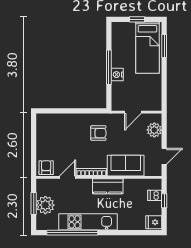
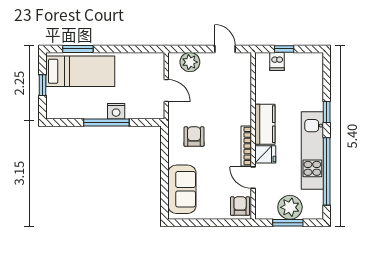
sofa: (126, 166) -> (182, 189), moved, turned 180
armchair: (46, 168) -> (240, 206), turned 90
fridge: (154, 222) -> (265, 154), moved, turned -90
window: (117, 233) -> (327, 112), added

